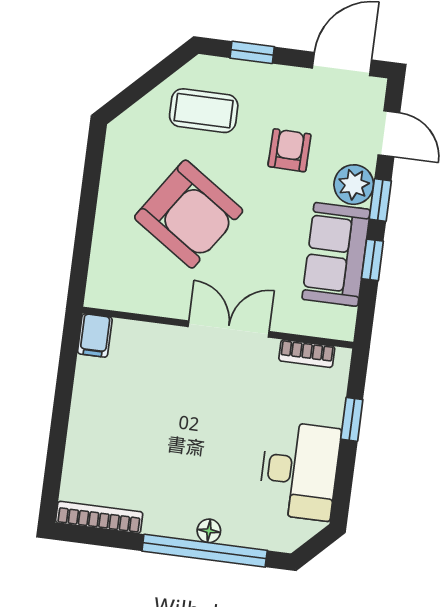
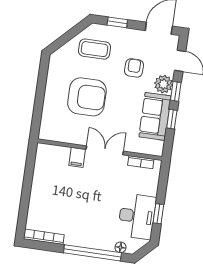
armchair: (189, 214) -> (87, 97), turned -34
filing cabinet: (95, 335) -> (77, 157), moved
window: (352, 419) -> (158, 214), moved
floor lamp: (209, 531) -> (120, 247), moved

